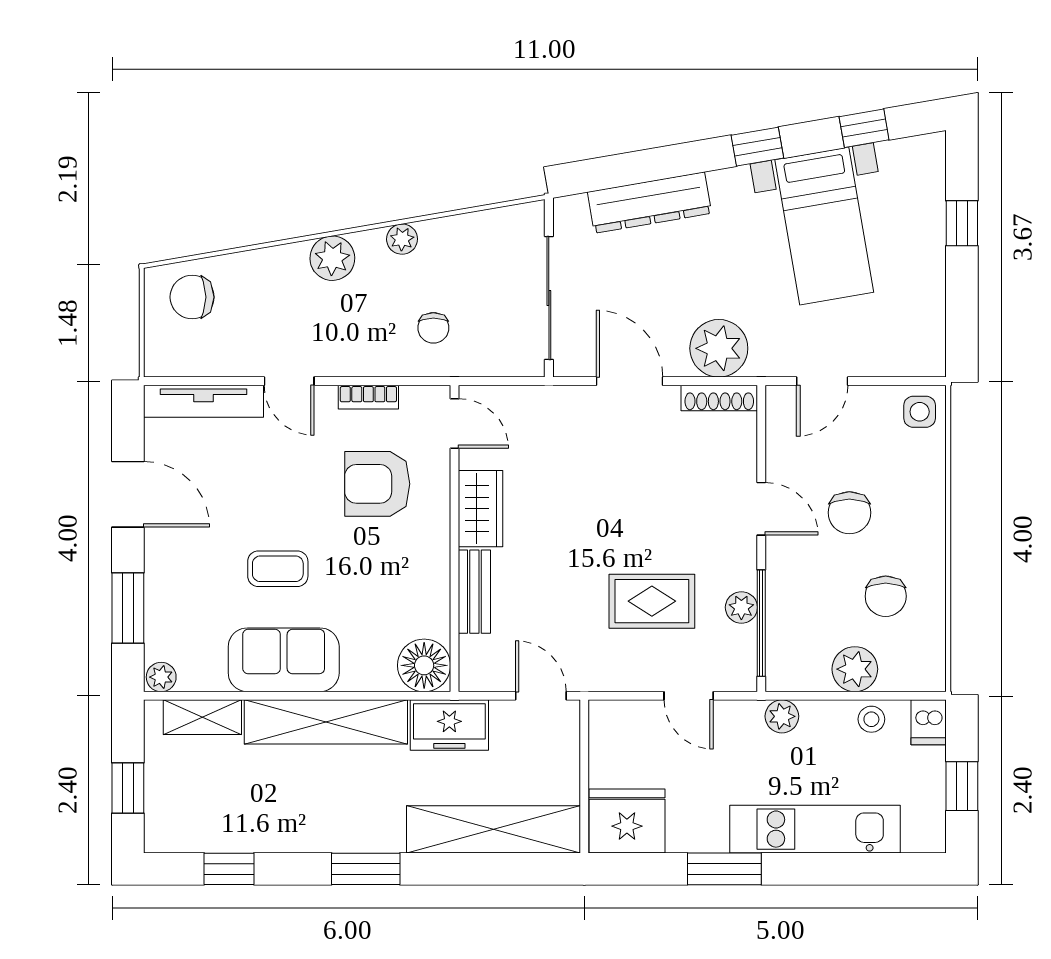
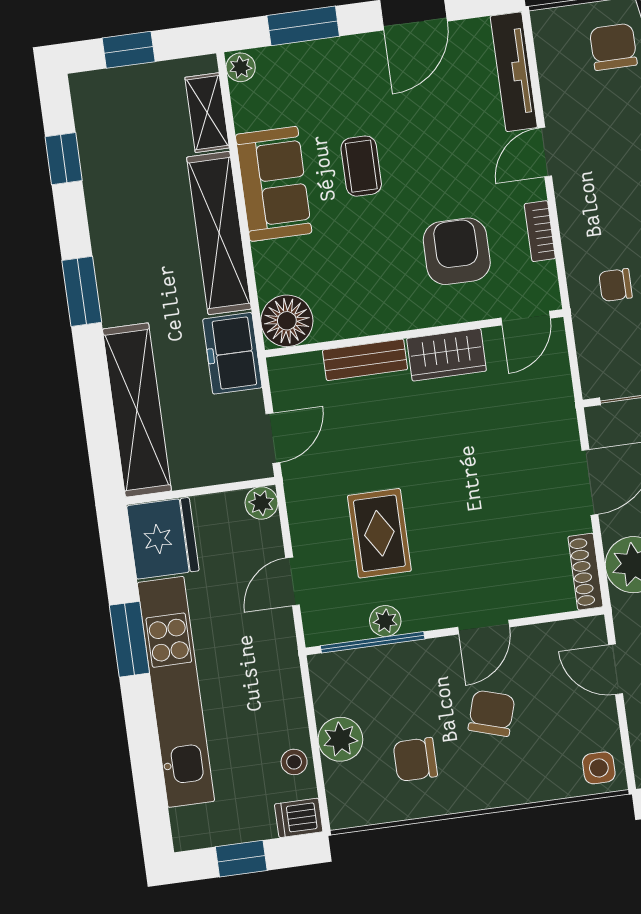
chair: (849, 513) -> (492, 713), turned 107
plant: (782, 716) -> (261, 503), moved
kitchen unit: (815, 829) -> (176, 692), width x1.36

